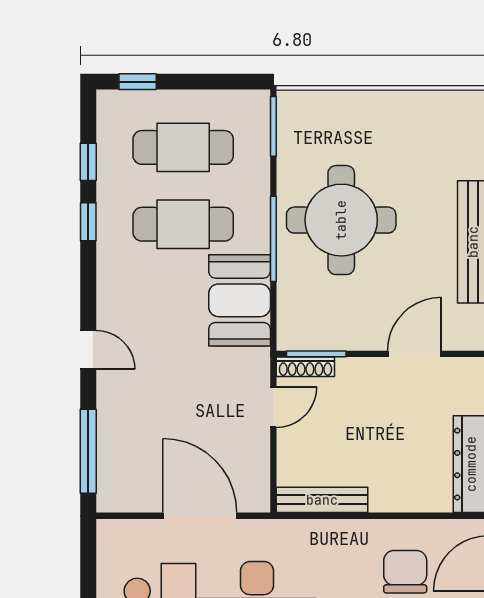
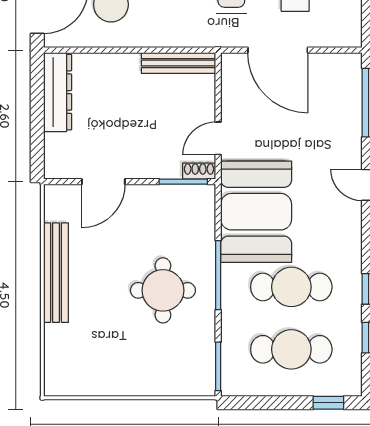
round table: (341, 220) -> (163, 290), width x0.73, depth x0.73
booth: (240, 300) -> (256, 212), width x1.36, depth x1.42
shoe rack: (305, 367) -> (199, 171), width x0.70

